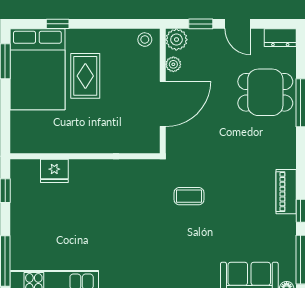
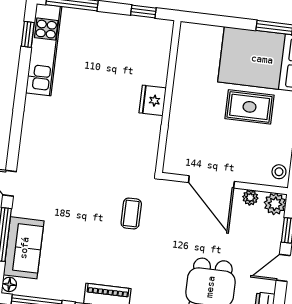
fridge: (54, 171) -> (153, 100), moved
coffee table: (189, 196) -> (131, 213), moved

